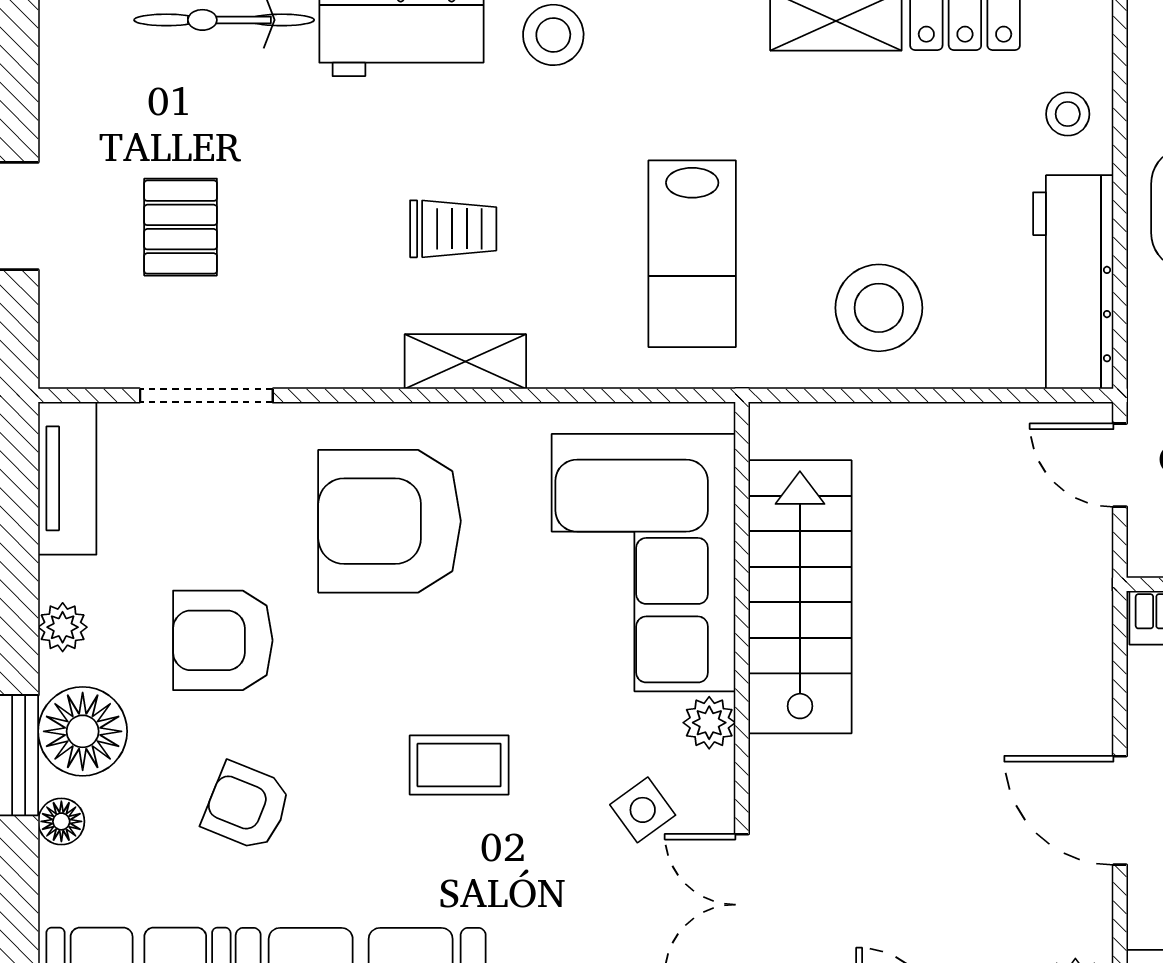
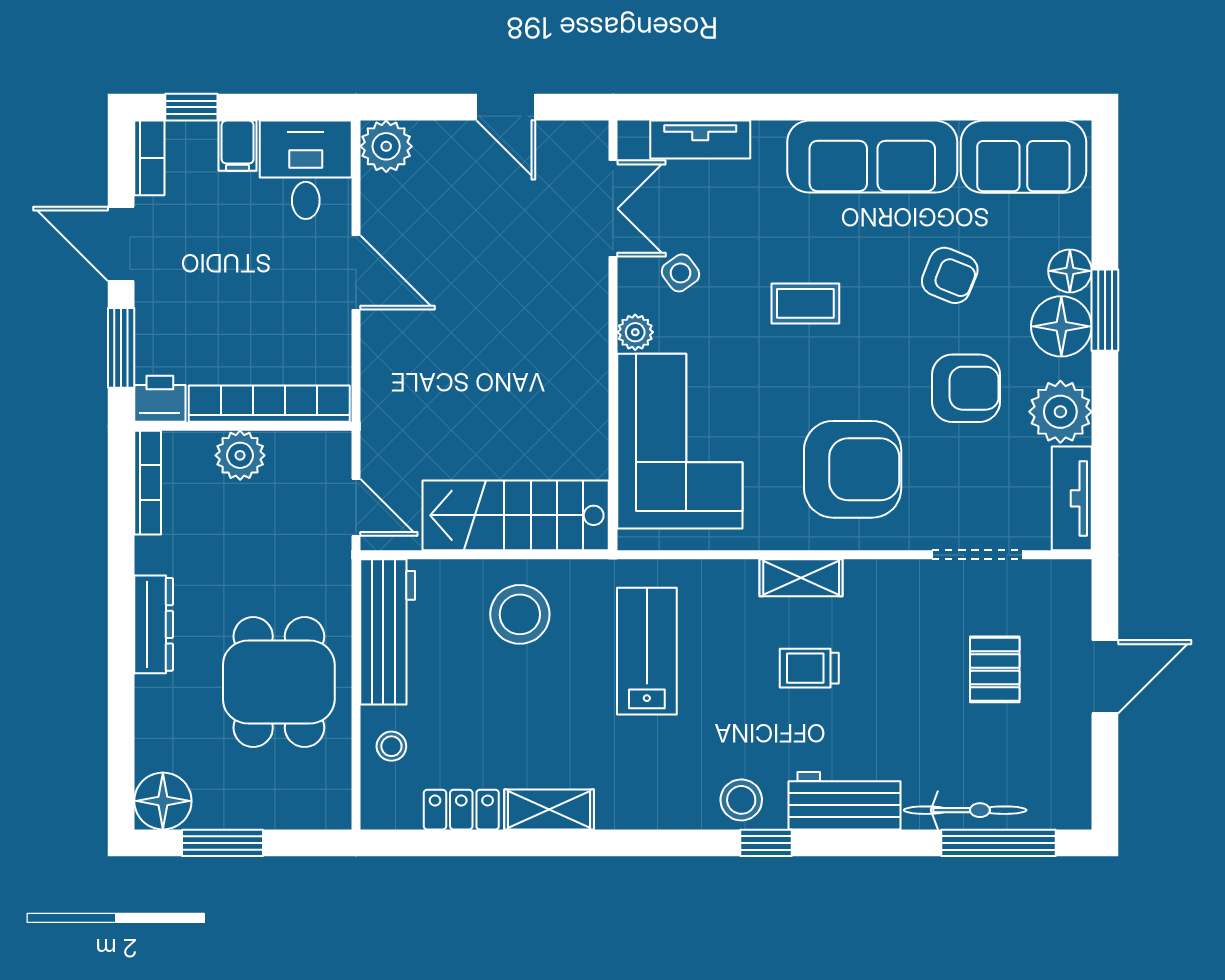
stairs: (800, 597) -> (516, 515), moved, turned 90
plant: (63, 627) -> (1060, 412), width x1.87, depth x1.87
floor lamp: (61, 821) -> (1070, 271), width x1.37, depth x1.37

